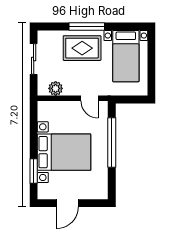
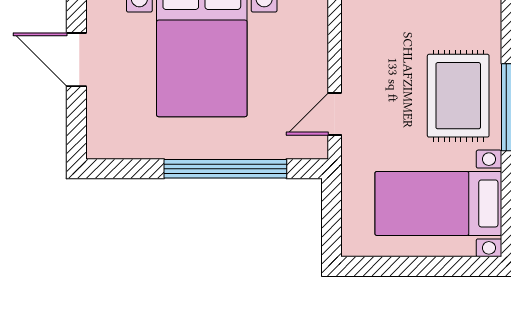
plant: (56, 88) -> (359, 30), removed

